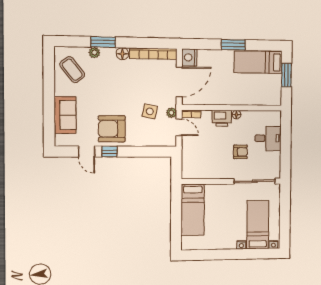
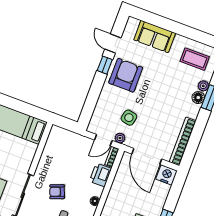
floor lamp: (122, 54) -> (198, 98), moved
coffee table: (72, 70) -> (195, 59), turned 38
printer: (222, 118) -> (101, 175), moved
door: (87, 152) -> (113, 43), hinge flipped
armchair: (240, 152) -> (57, 192), turned 69

